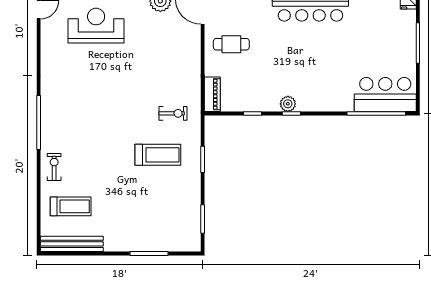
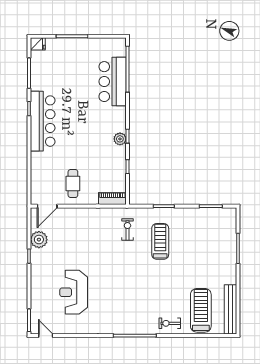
reception desk: (96, 26) -> (74, 292), moved
bar counter: (385, 95) -> (113, 82), moved
treadmill: (71, 206) -> (201, 310), width x1.37, depth x1.38

